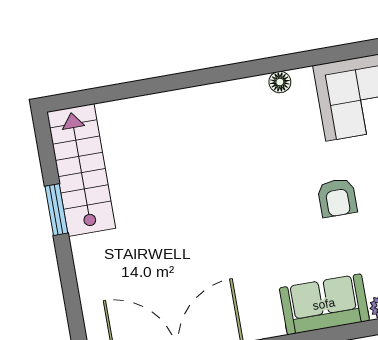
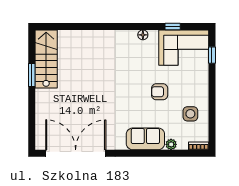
window: (341, 53) -> (173, 27), added
armchair: (337, 198) -> (160, 92), turned 90

